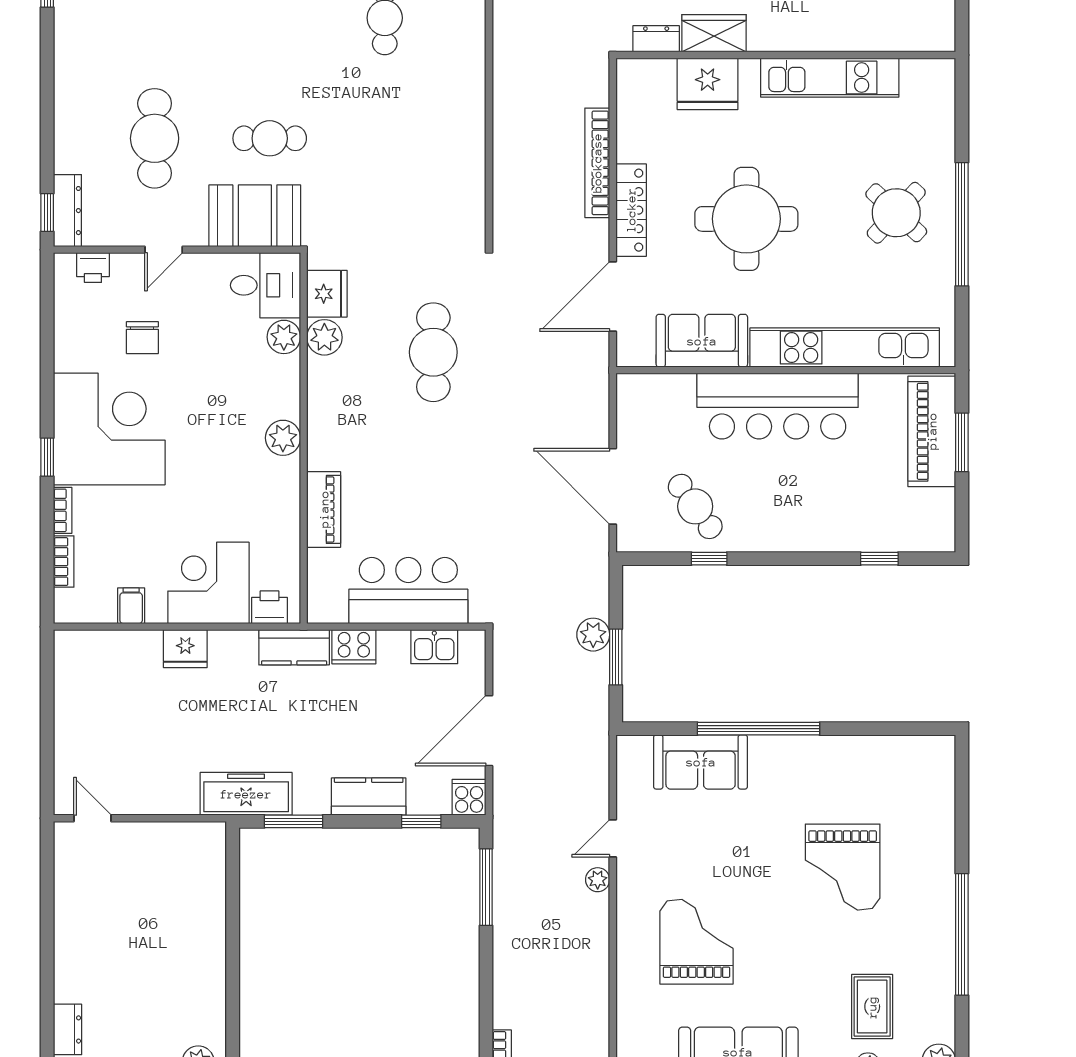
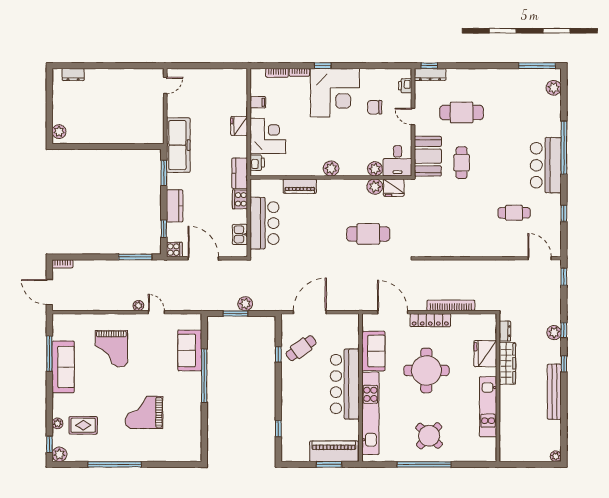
wardrobe: (714, 33) -> (507, 363), width x1.50
freezer: (246, 794) -> (178, 145), width x1.36, depth x1.26
grand piano: (697, 942) -> (111, 349), turned 90

